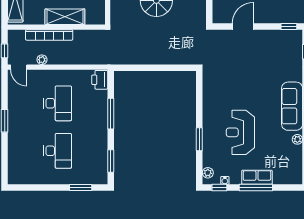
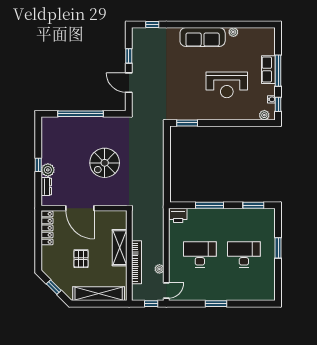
window: (289, 27) -> (129, 56), moved
window: (199, 139) -> (187, 123), moved
window: (81, 188) -> (278, 248), moved

